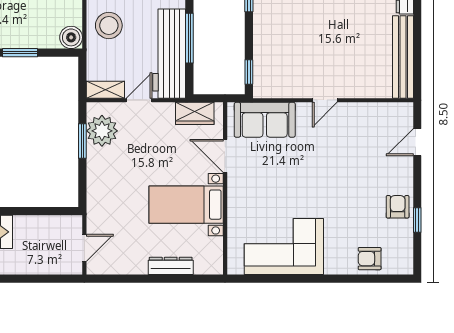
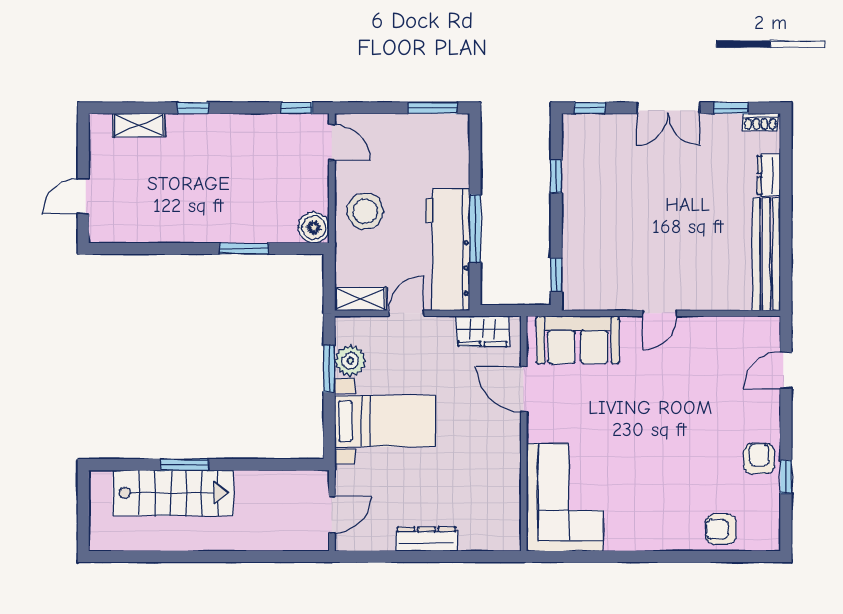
plant: (102, 131) -> (350, 361), width x0.73, depth x0.73
bed with nightstands: (186, 205) -> (385, 421), moved, turned 180
corner sofa: (284, 246) -> (565, 497), moved, turned 90
dresser: (171, 266) -> (426, 539), moved

